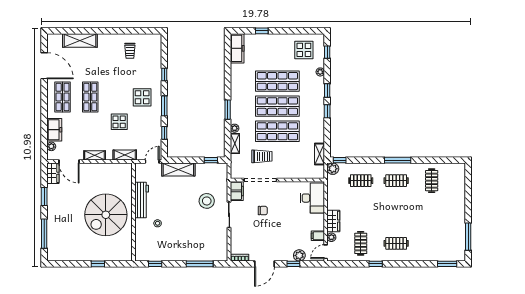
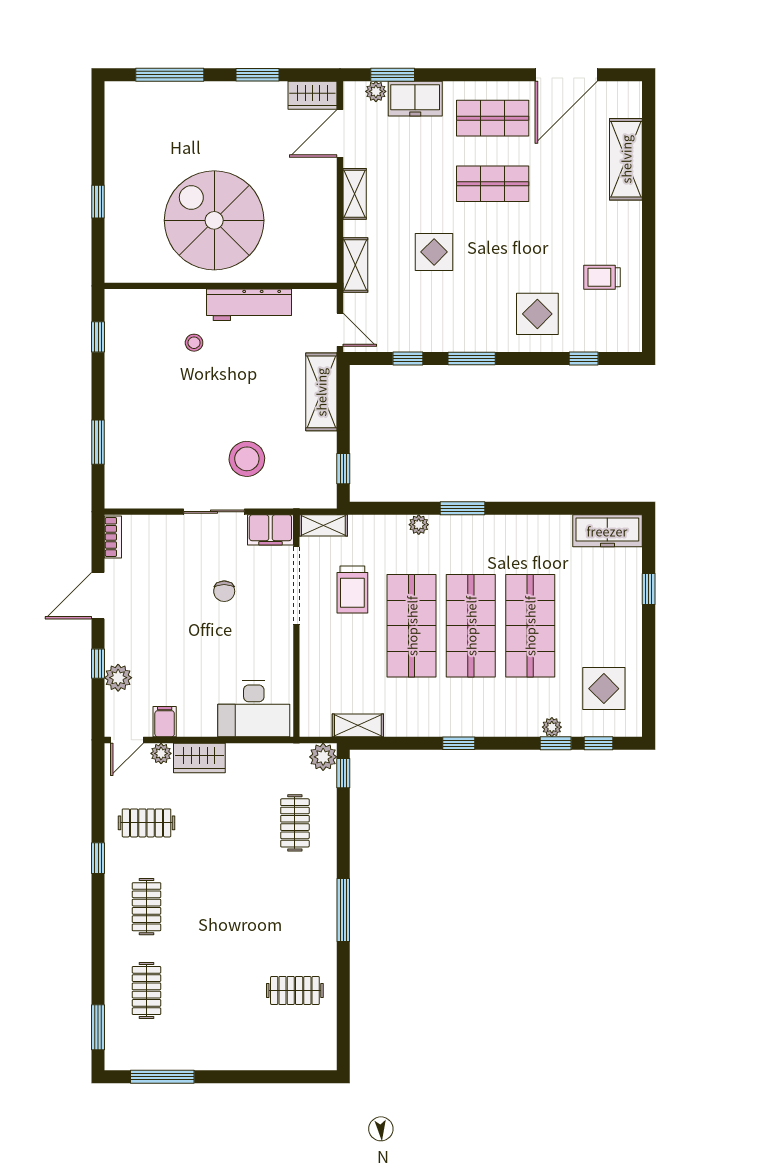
window: (164, 75) -> (584, 358), moved
window: (327, 91) -> (556, 743), moved
display table: (142, 97) -> (537, 314), moved
window: (44, 139) -> (393, 75), added
shelving: (235, 143) -> (323, 525), moved
clothes rail: (396, 181) -> (146, 990), moved
door: (326, 252) -> (127, 740), swing flipped
window: (200, 264) -> (98, 442), width x0.69
door: (265, 264) -> (98, 596), hinge flipped

